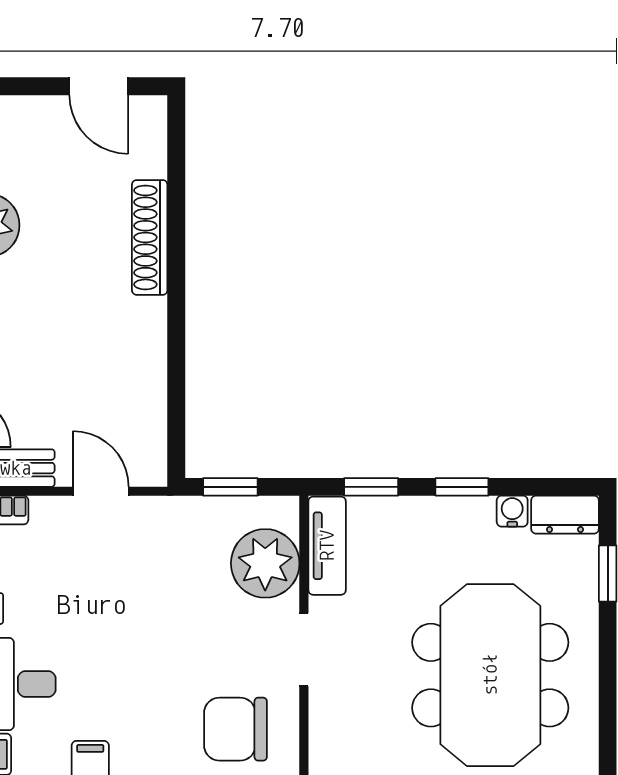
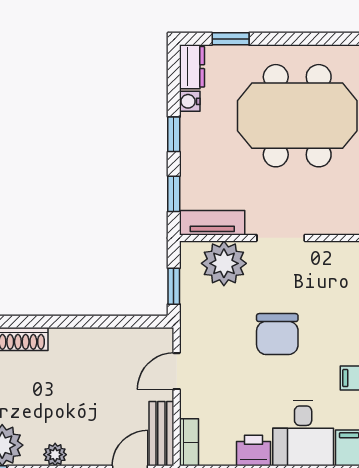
chair: (235, 729) -> (277, 334), moved

